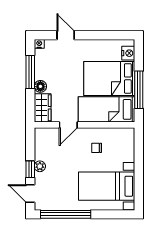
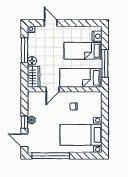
bed: (109, 78) -> (83, 51), width x0.67

